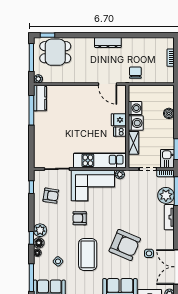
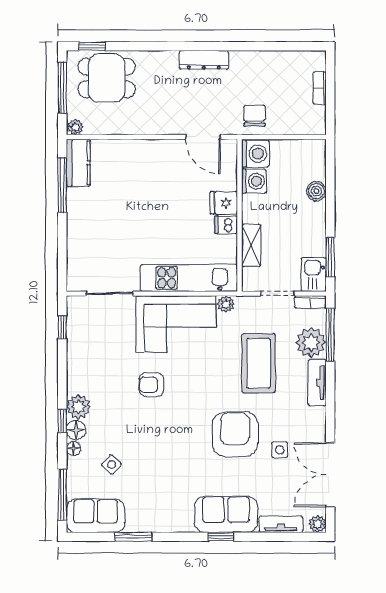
washing machine: (136, 123) -> (255, 154), moved
armchair: (51, 196) -> (98, 343), removed
armchair: (125, 245) -> (235, 434), turned -113
coffee table: (88, 254) -> (259, 363), moved

